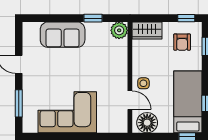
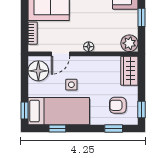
floor lamp: (123, 72) -> (89, 47), added
side table: (143, 83) -> (71, 85), moved
bookcase: (109, 128) -> (33, 33), added

